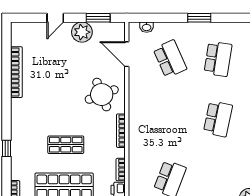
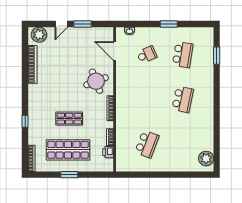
window: (98, 18) -> (82, 24), moved
plant: (82, 32) -> (39, 35), moved
school desk: (170, 59) -> (147, 55), width x0.54

